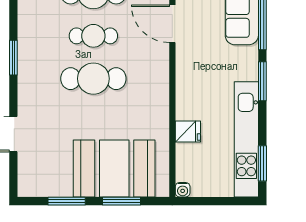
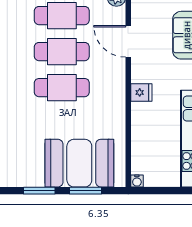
cafe table: (93, 36) -> (62, 52), width x1.37, depth x1.35
fridge: (188, 132) -> (141, 92), moved

